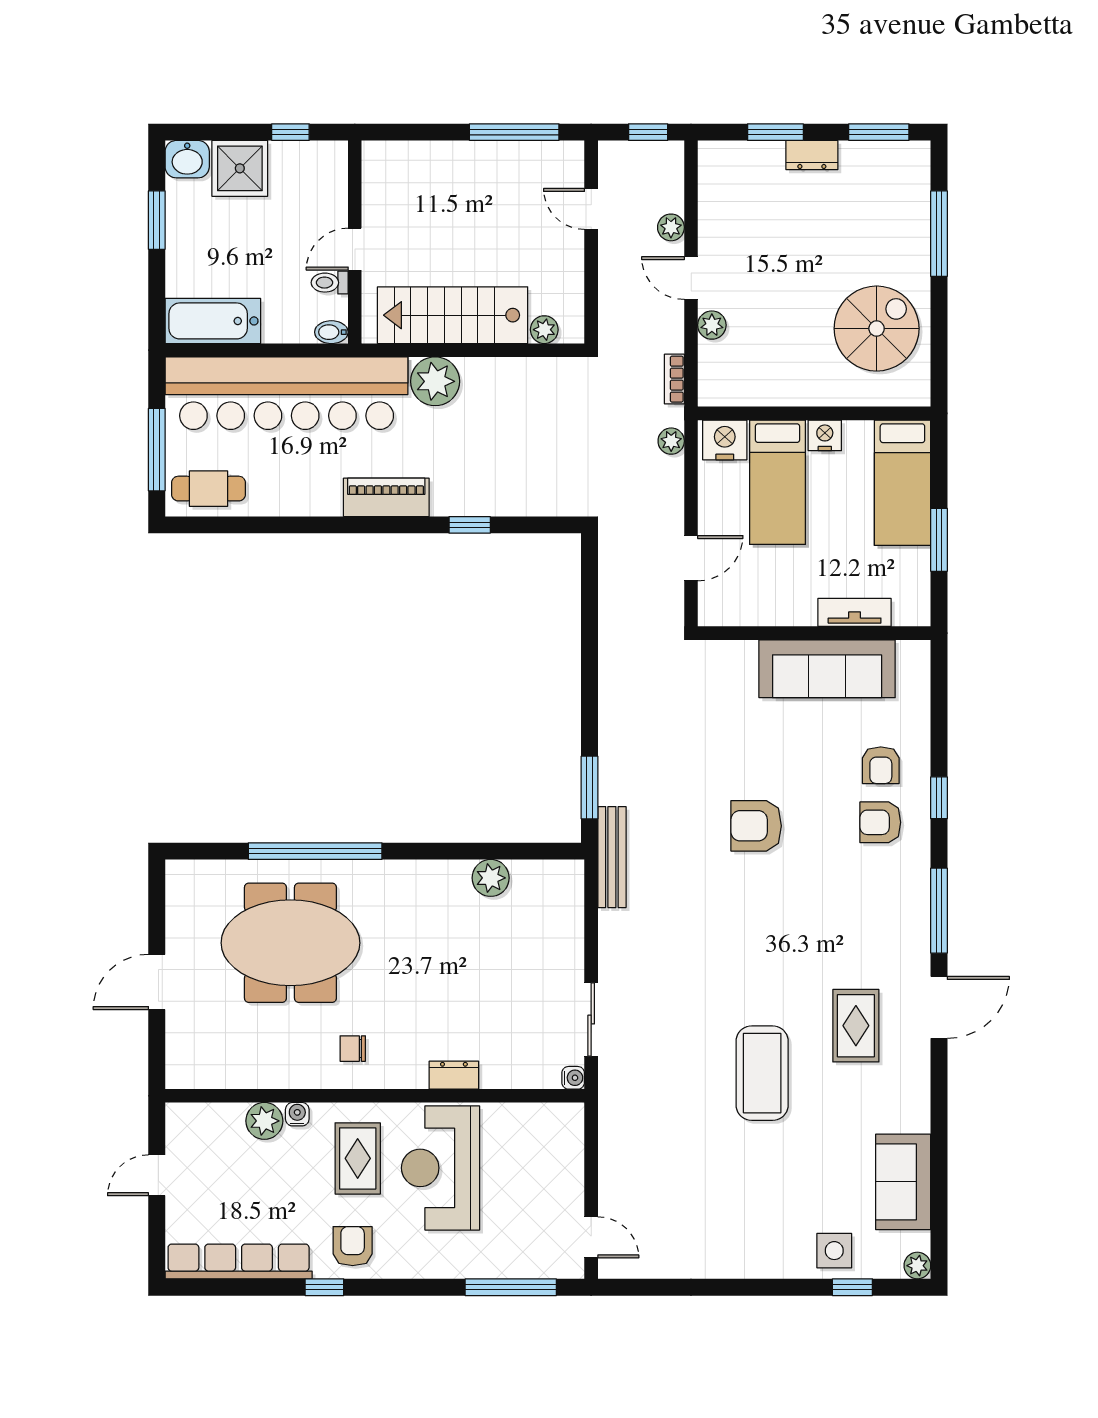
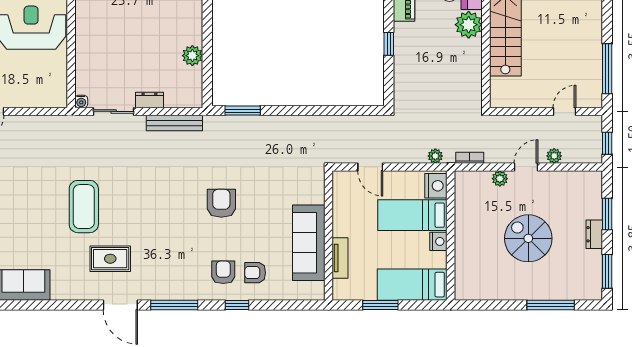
spiral stairs: (877, 329) -> (528, 238), moved, turned 180
plant: (544, 330) -> (497, 85), removed
bench: (612, 857) -> (174, 123), moved
coffee table: (762, 1073) -> (84, 207), turned 90
dresser: (454, 1075) -> (149, 100), moved, turned -90

